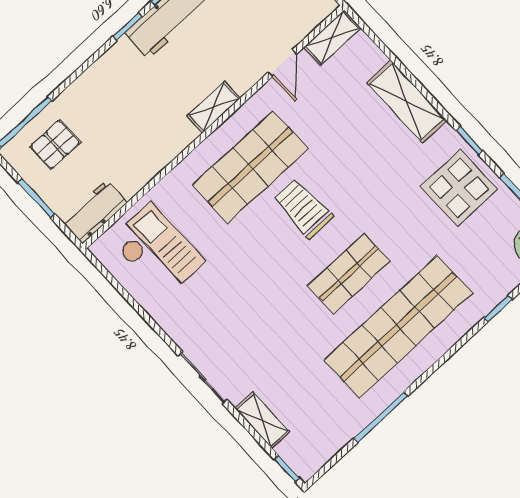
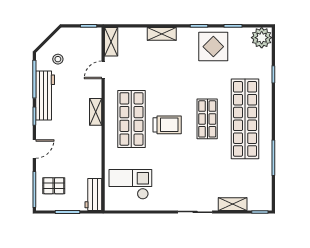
door: (282, 63) -> (103, 70), swing flipped
door: (82, 69) -> (34, 149), added
shelving: (407, 101) -> (162, 34), width x0.67, depth x0.75
pallet: (55, 145) -> (54, 186), turned 90
trolley: (303, 208) -> (167, 125), moved, turned 180

